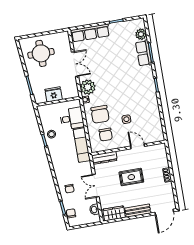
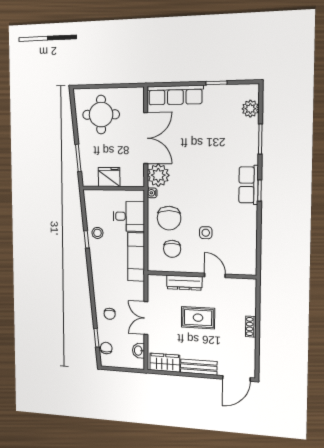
row of seats: (144, 53) -> (249, 185), moved
double door: (75, 64) -> (146, 138), width x1.37
dresser: (104, 158) -> (184, 283), moved

